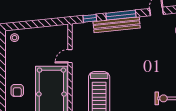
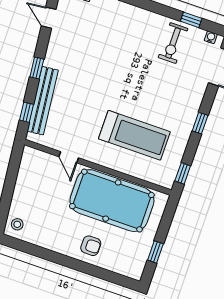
window: (121, 15) -> (37, 68), width x0.46
bench: (117, 25) -> (43, 101), moved

